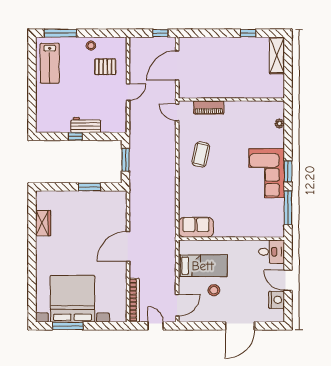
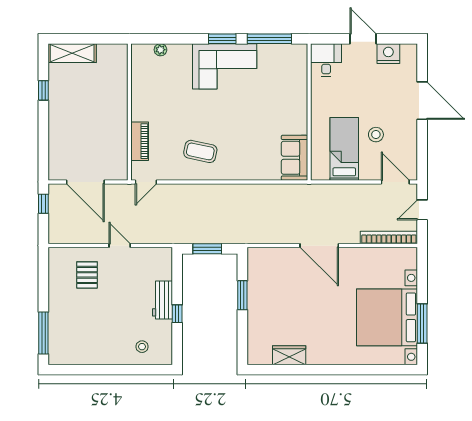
stool: (91, 46) -> (142, 347), moved
lab bench: (50, 63) -> (82, 347), removed
door: (288, 280) -> (363, 39), swing flipped

